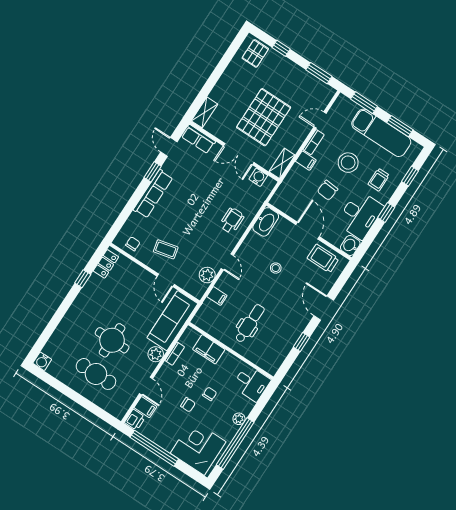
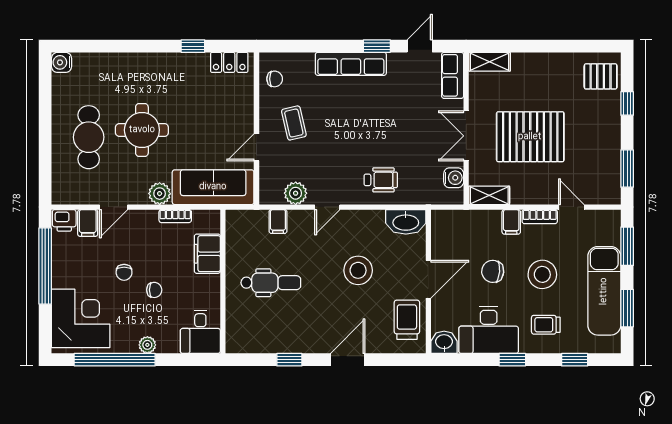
stool: (276, 268) -> (358, 270), width x1.89, depth x1.89

